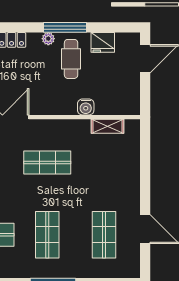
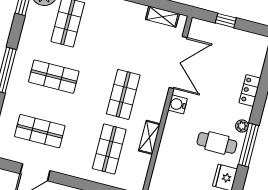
water cooler: (86, 107) -> (178, 104), moved
shelving: (108, 126) -> (149, 137), moved
shop shelf: (104, 162) -> (109, 149), added

